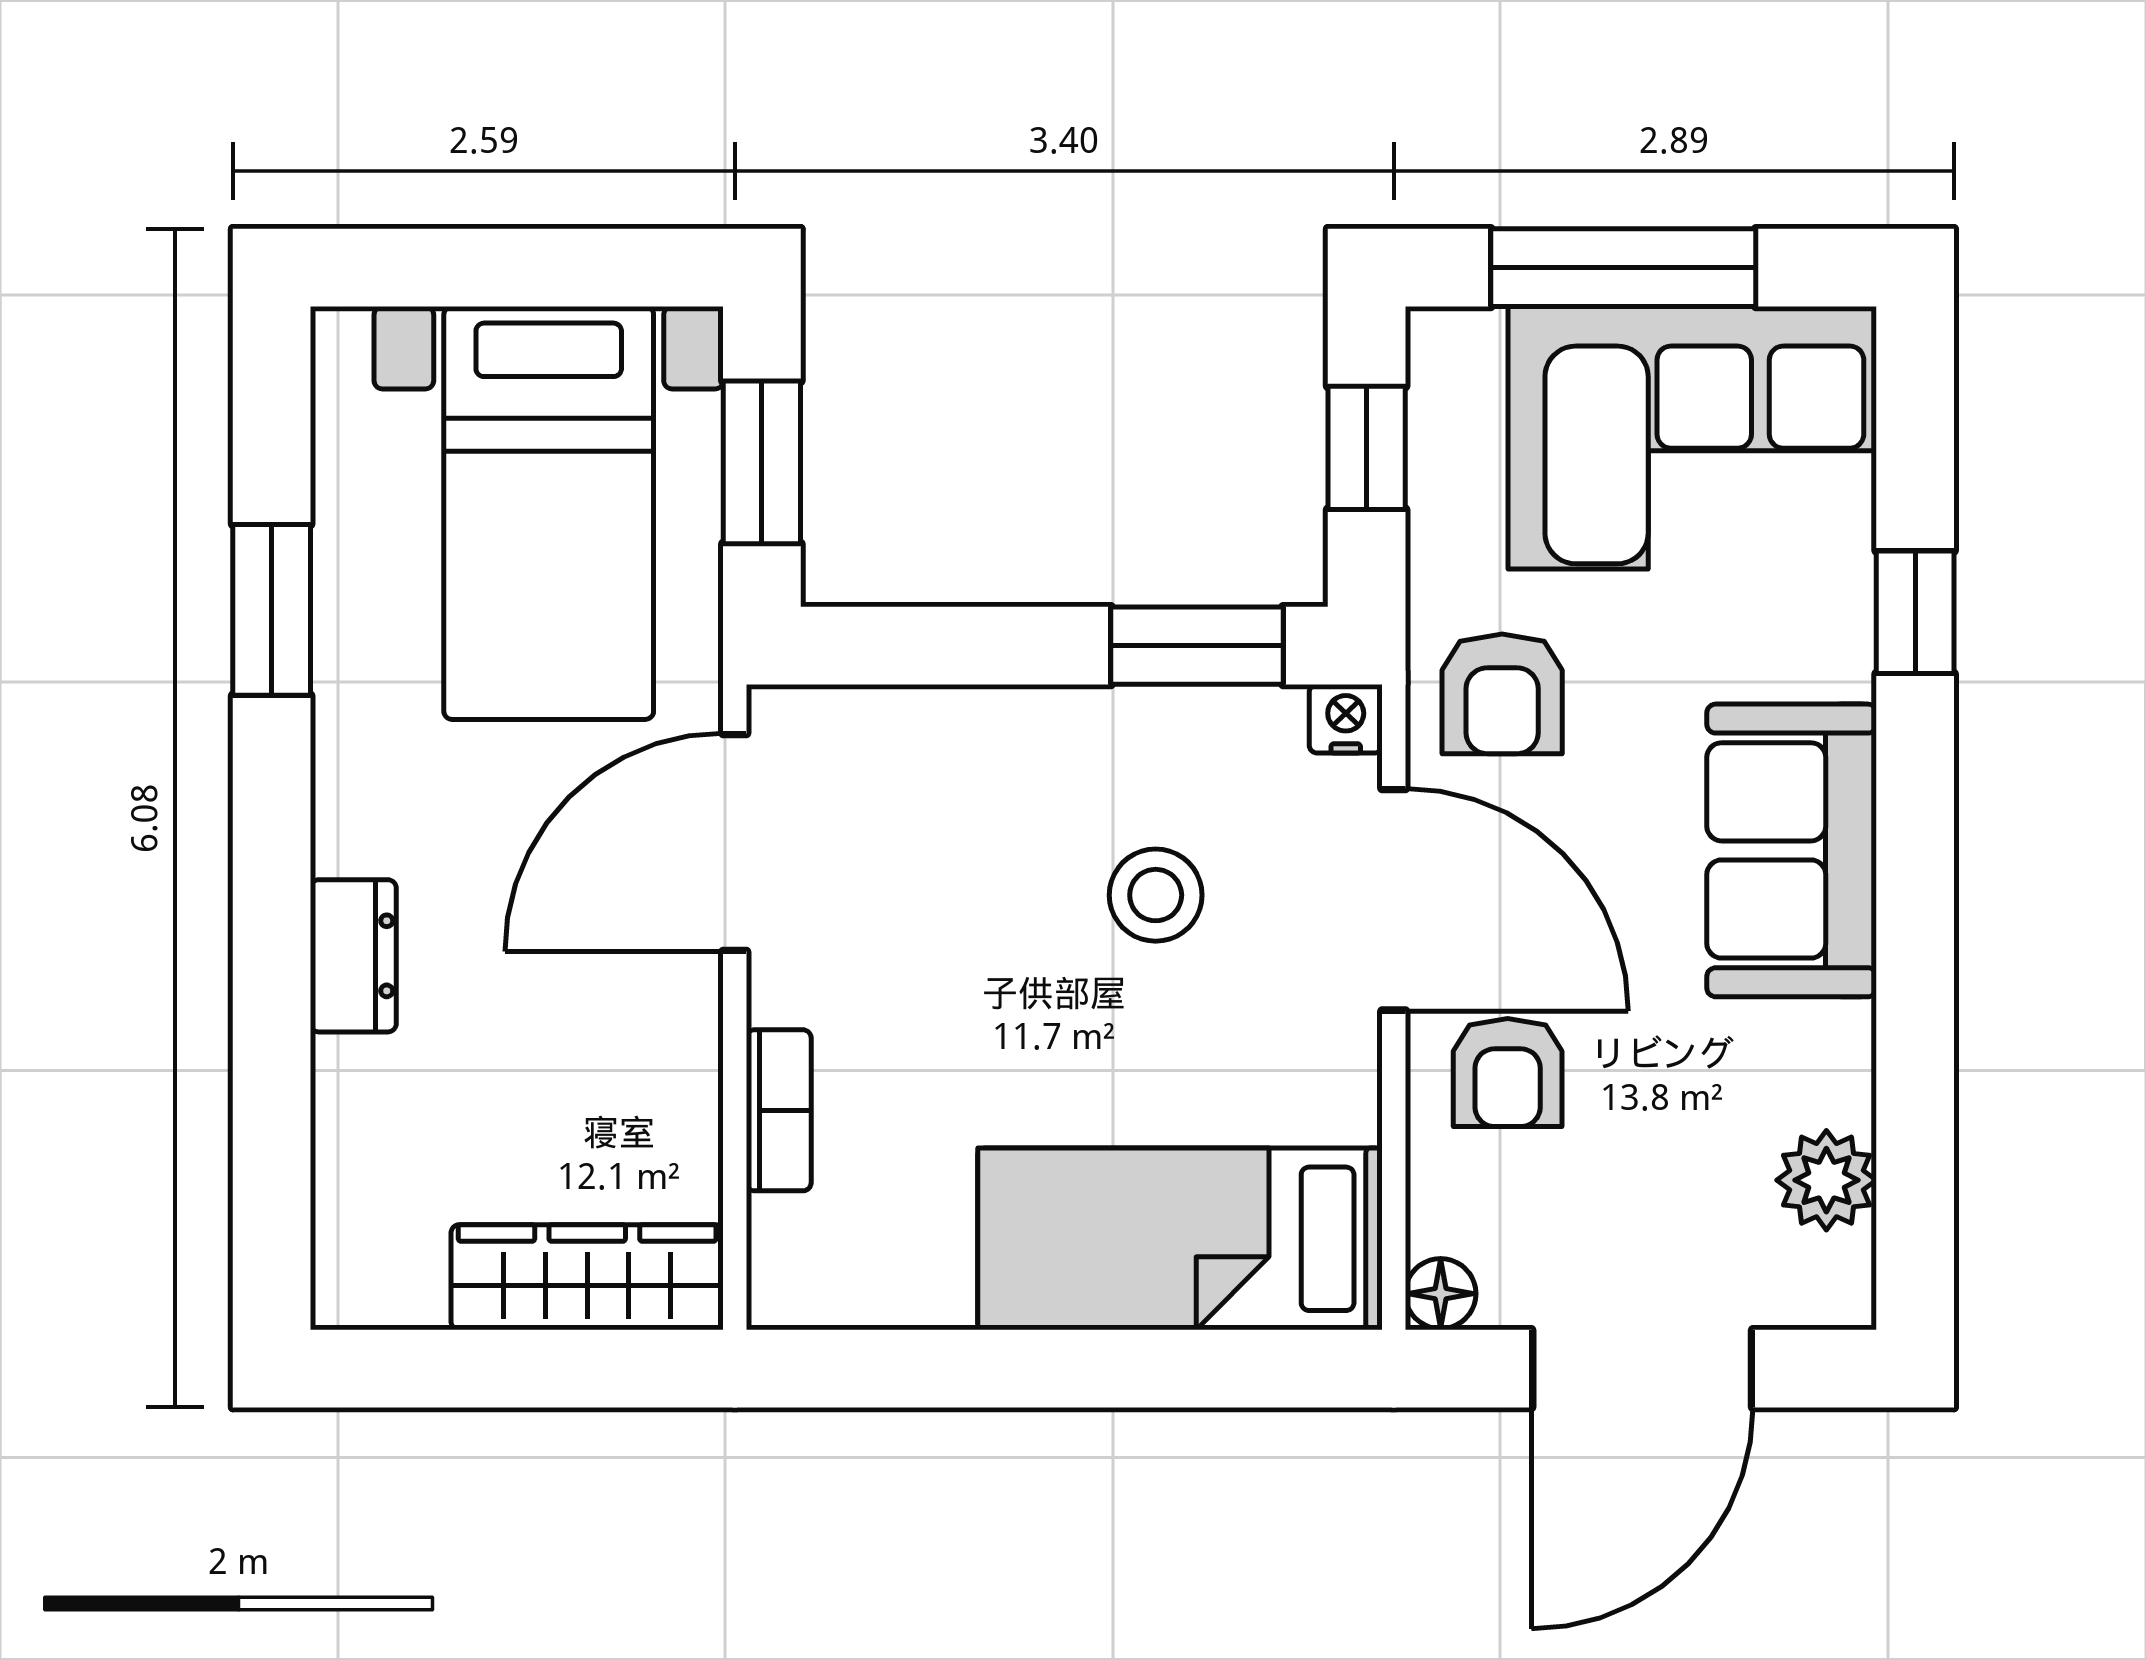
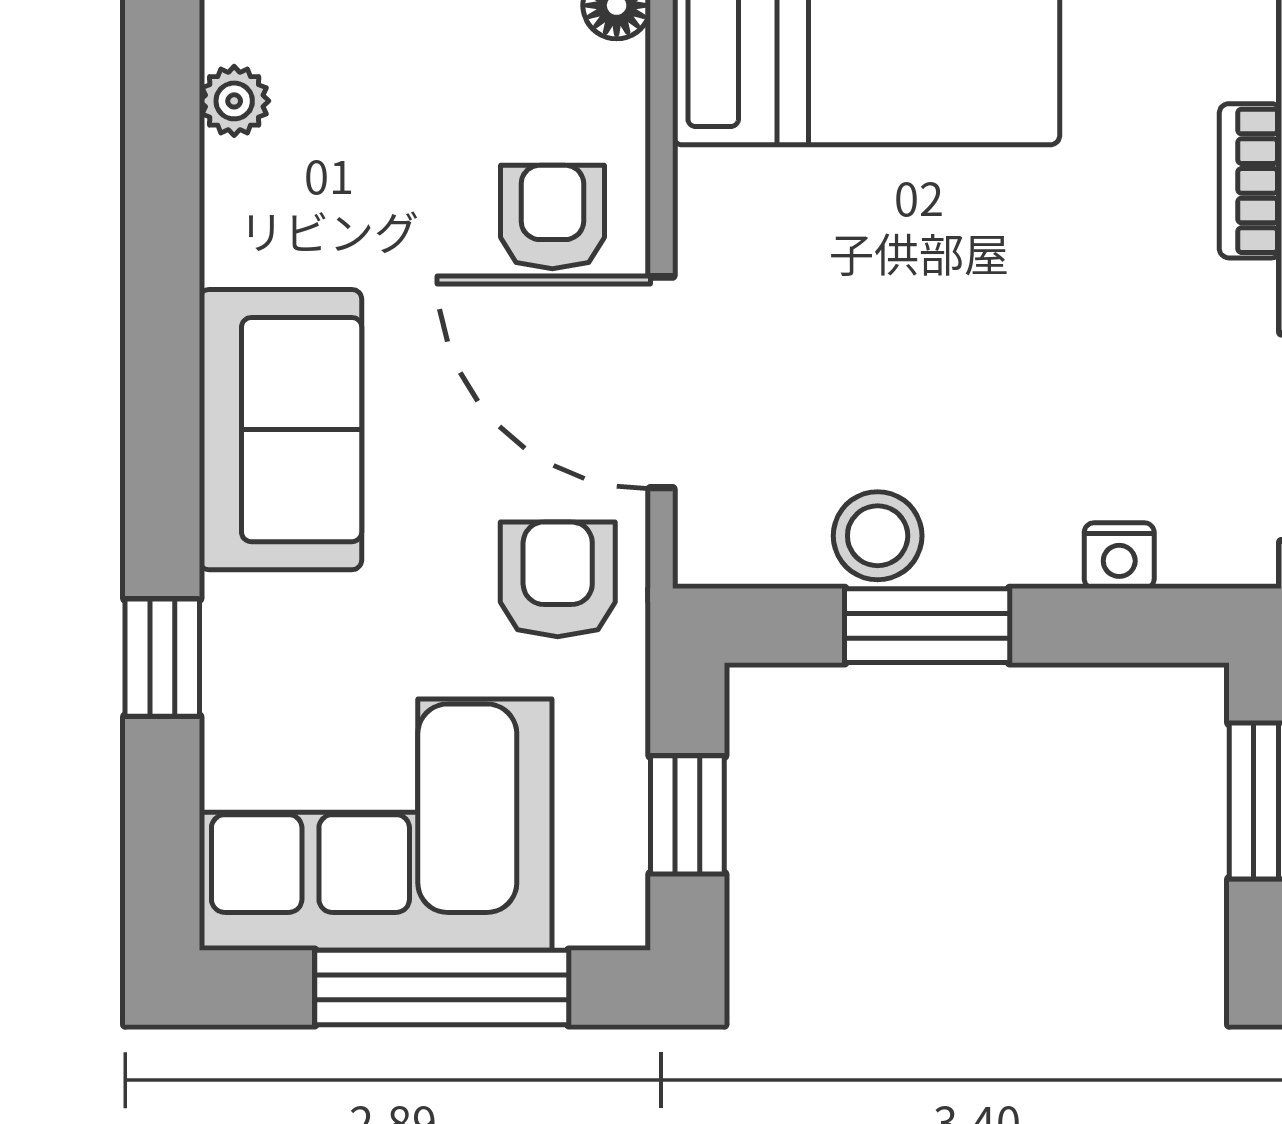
window: (1197, 646) -> (927, 626), moved
nightstand: (1346, 719) -> (1119, 556), moved
stool: (1156, 895) -> (878, 536), moved
plant: (1826, 1180) -> (234, 101), width x0.73, depth x0.73

